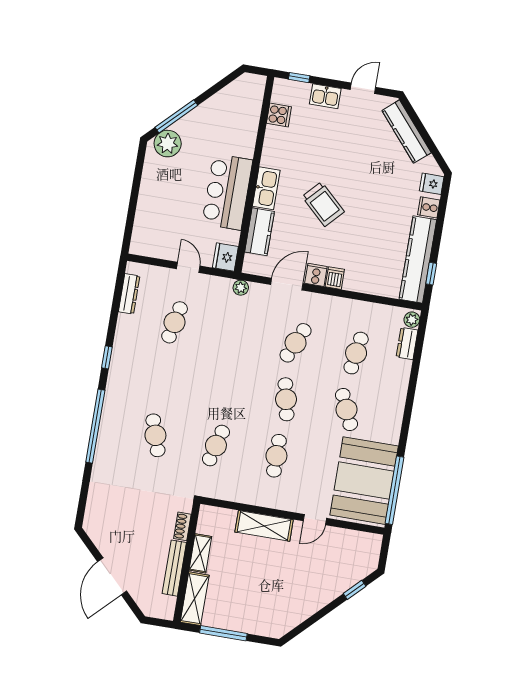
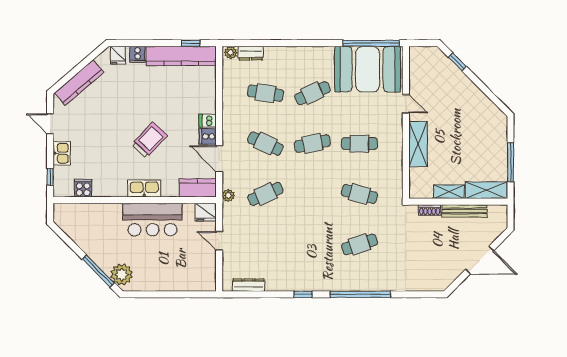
kitchen counter: (260, 232) -> (198, 188), moved
door: (188, 267) -> (219, 241), hinge flipped
cafe table: (175, 322) -> (265, 194), moved, turned -36

